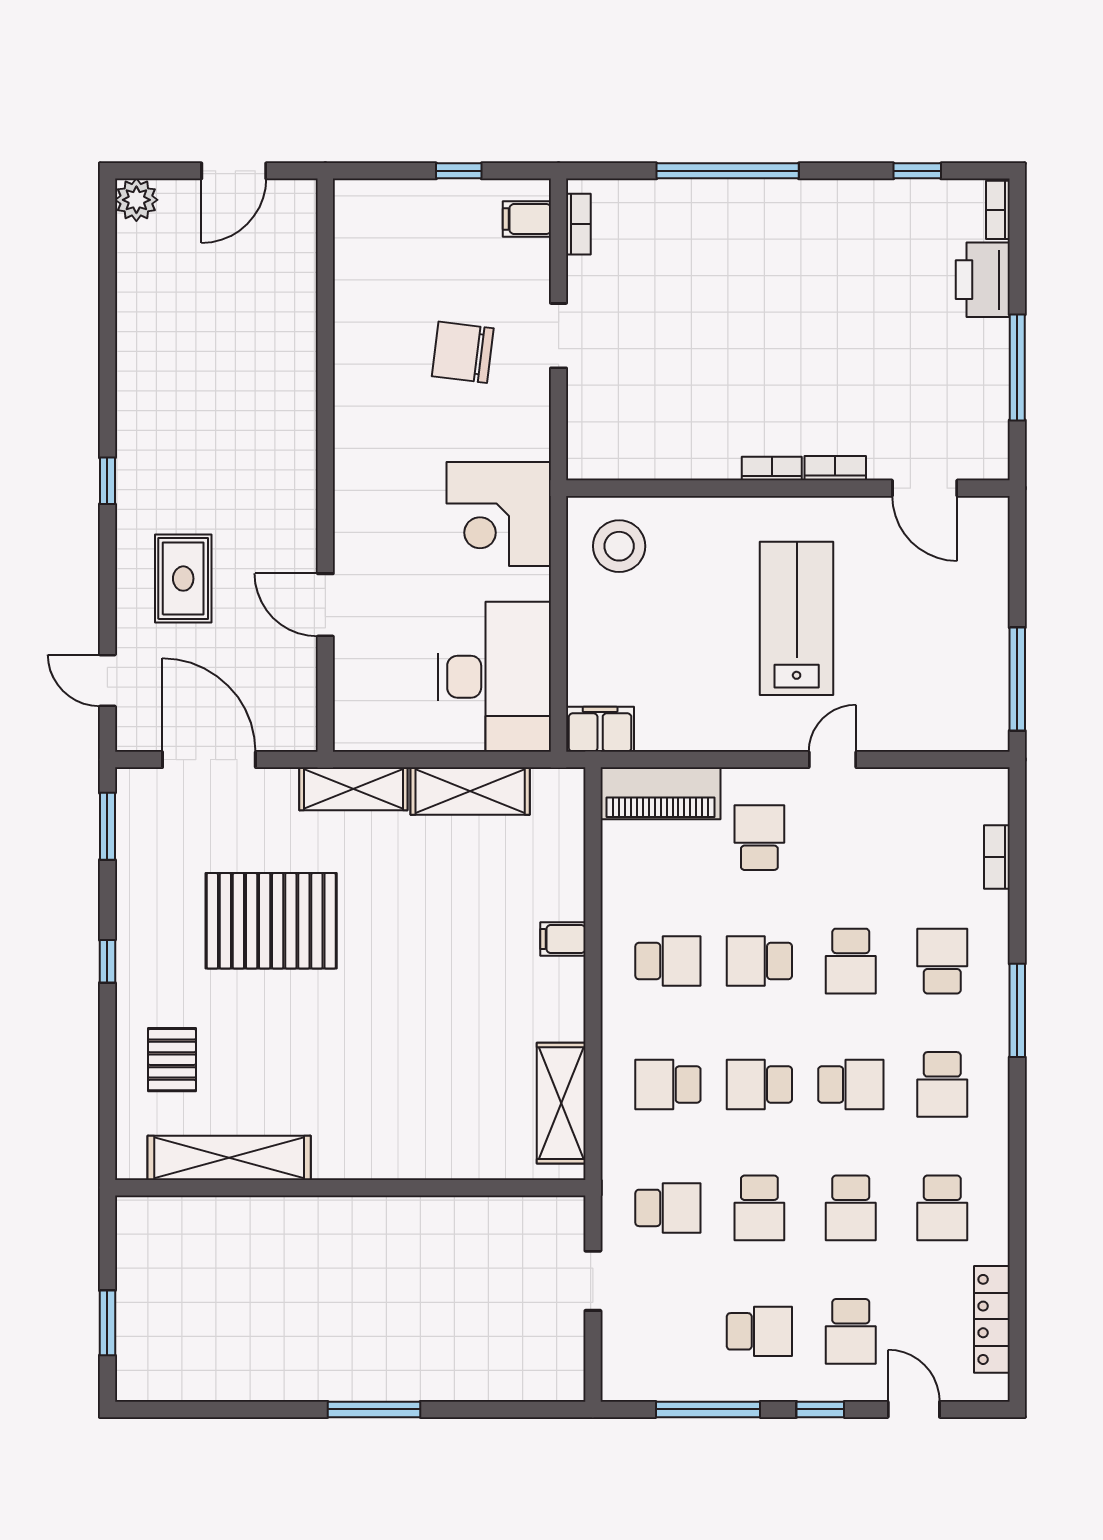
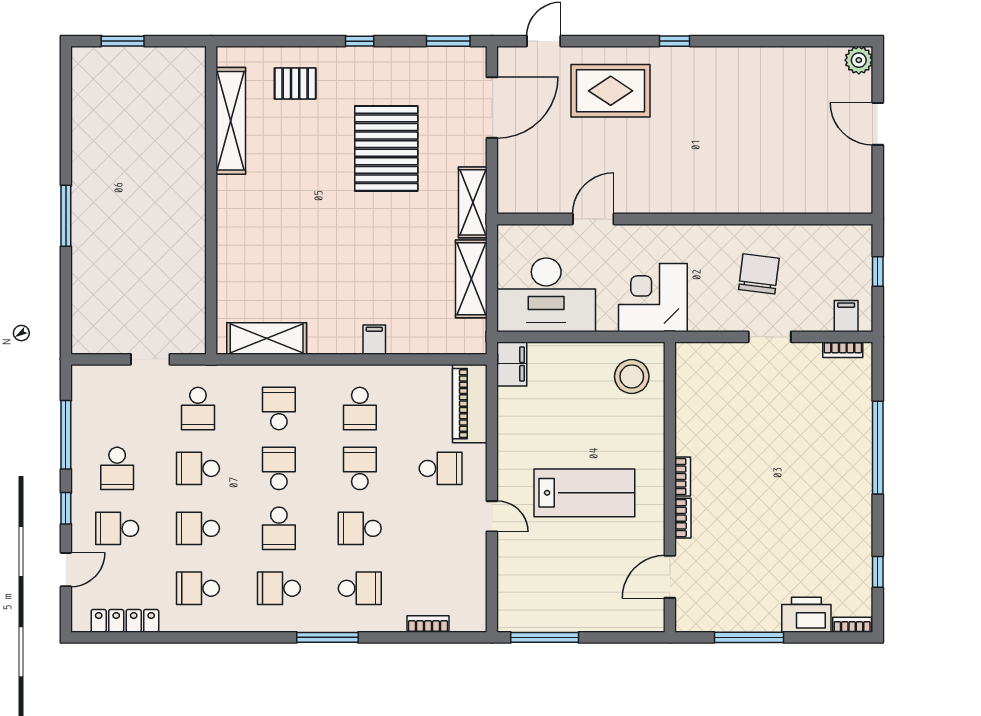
wall: (325, 465) -> (685, 219), moved
rug: (183, 579) -> (611, 91), width x1.36, depth x1.43
door: (325, 605) -> (593, 219), moved

